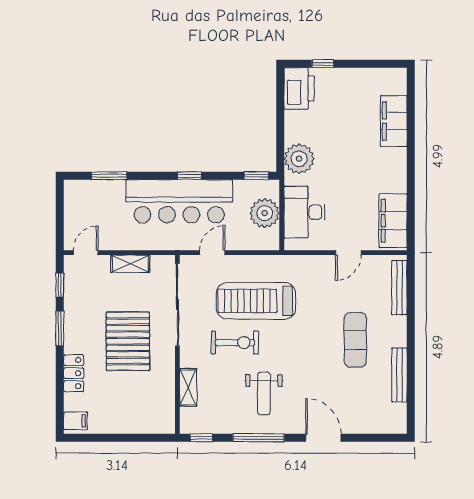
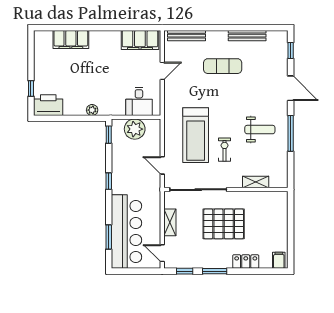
plant: (299, 159) -> (92, 110), width x0.53, depth x0.53
bar counter: (179, 201) -> (127, 231), moved
desk: (304, 212) -> (139, 101), width x0.73
door: (348, 253) -> (162, 71), hinge flipped
exercise bike: (235, 343) -> (225, 150), width x0.73, depth x0.72
window: (202, 438) -> (291, 51), moved
door: (323, 438) -> (291, 88), swing flipped

